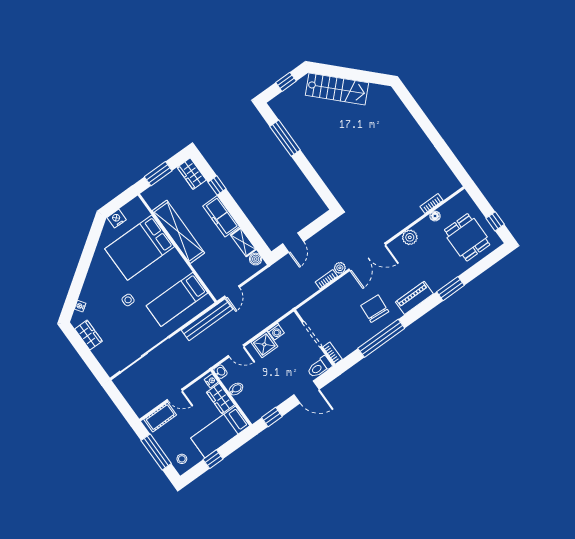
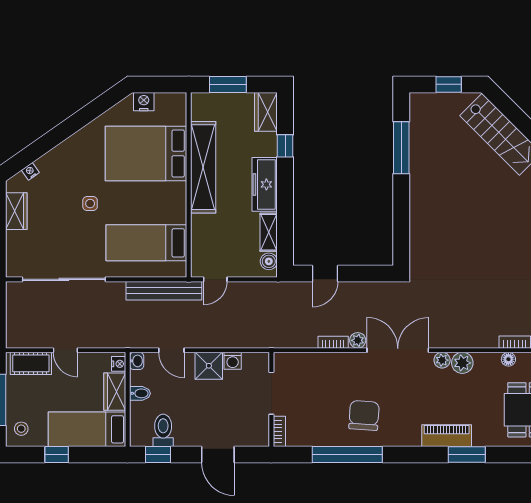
plant: (397, 244) -> (442, 360), added
double door: (367, 257) -> (398, 350), swing flipped
piano: (414, 298) -> (447, 436), moved
toilet: (319, 367) -> (163, 430), moved, turned 90

